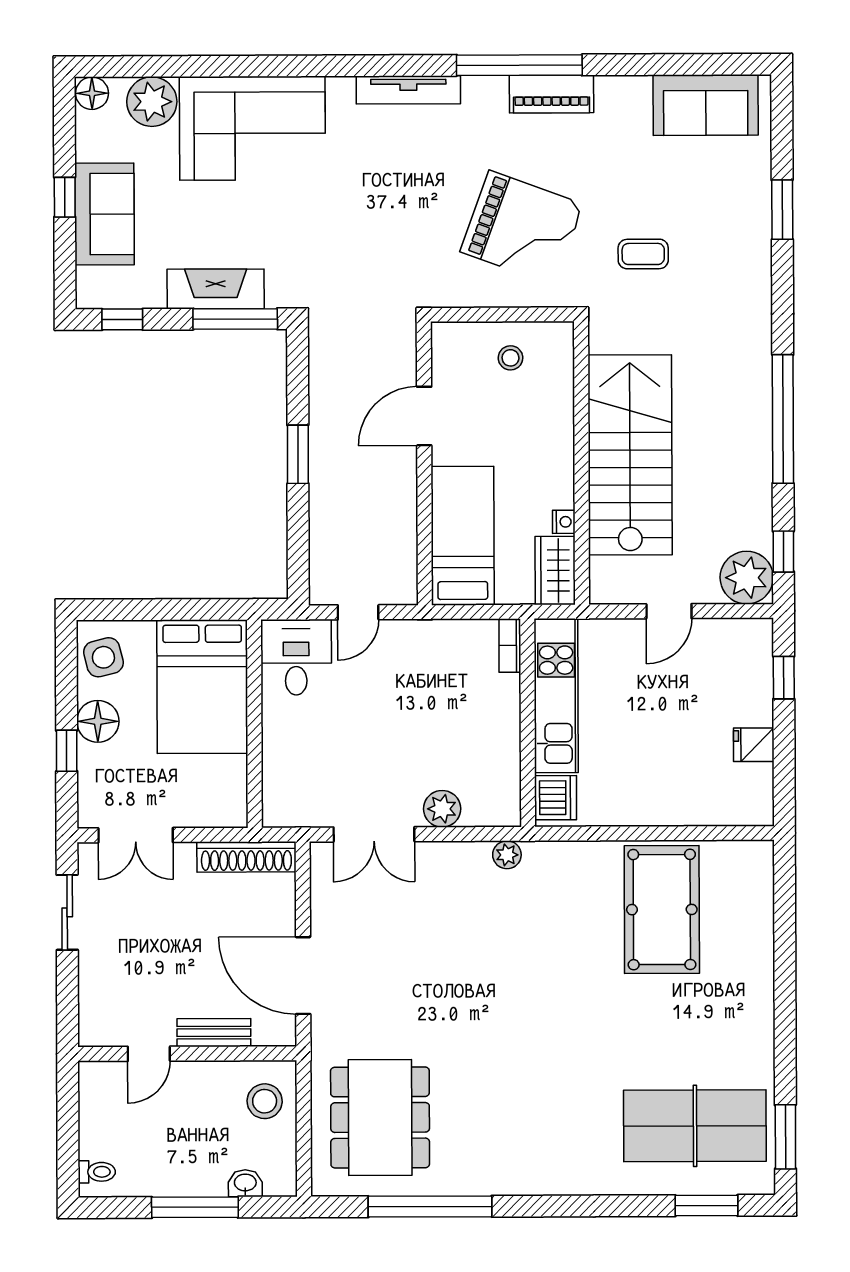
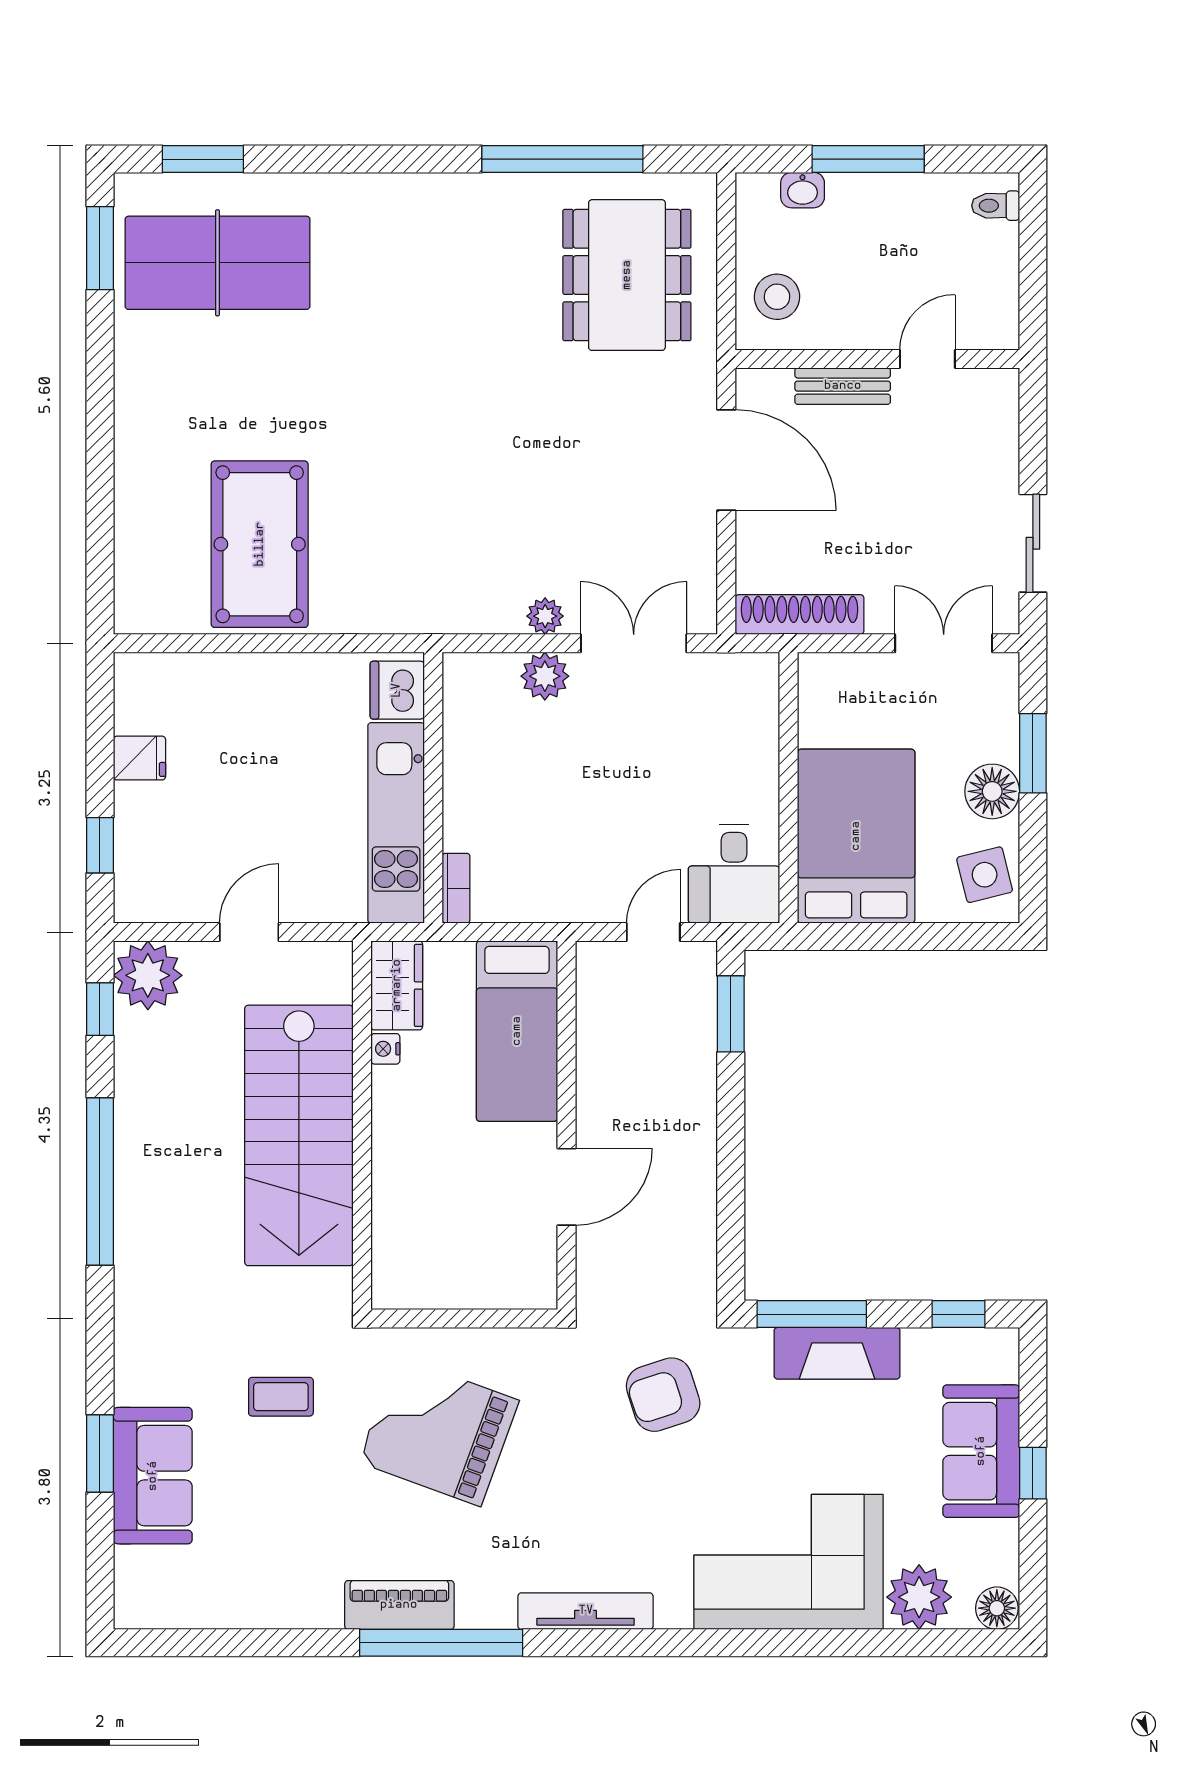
sofa: (706, 105) -> (153, 1476), moved, turned 90
armchair: (349, 257) -> (663, 1395), added
stool: (510, 358) -> (454, 1262), removed
window: (298, 454) -> (731, 1014), moved
window: (67, 751) -> (1033, 753), width x1.50
plant: (507, 855) -> (545, 616), moved

